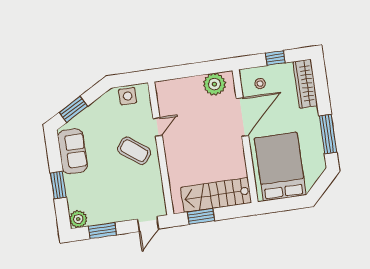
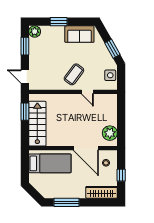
window: (73, 109) -> (112, 49), moved
bed: (280, 167) -> (50, 163), width x0.67

